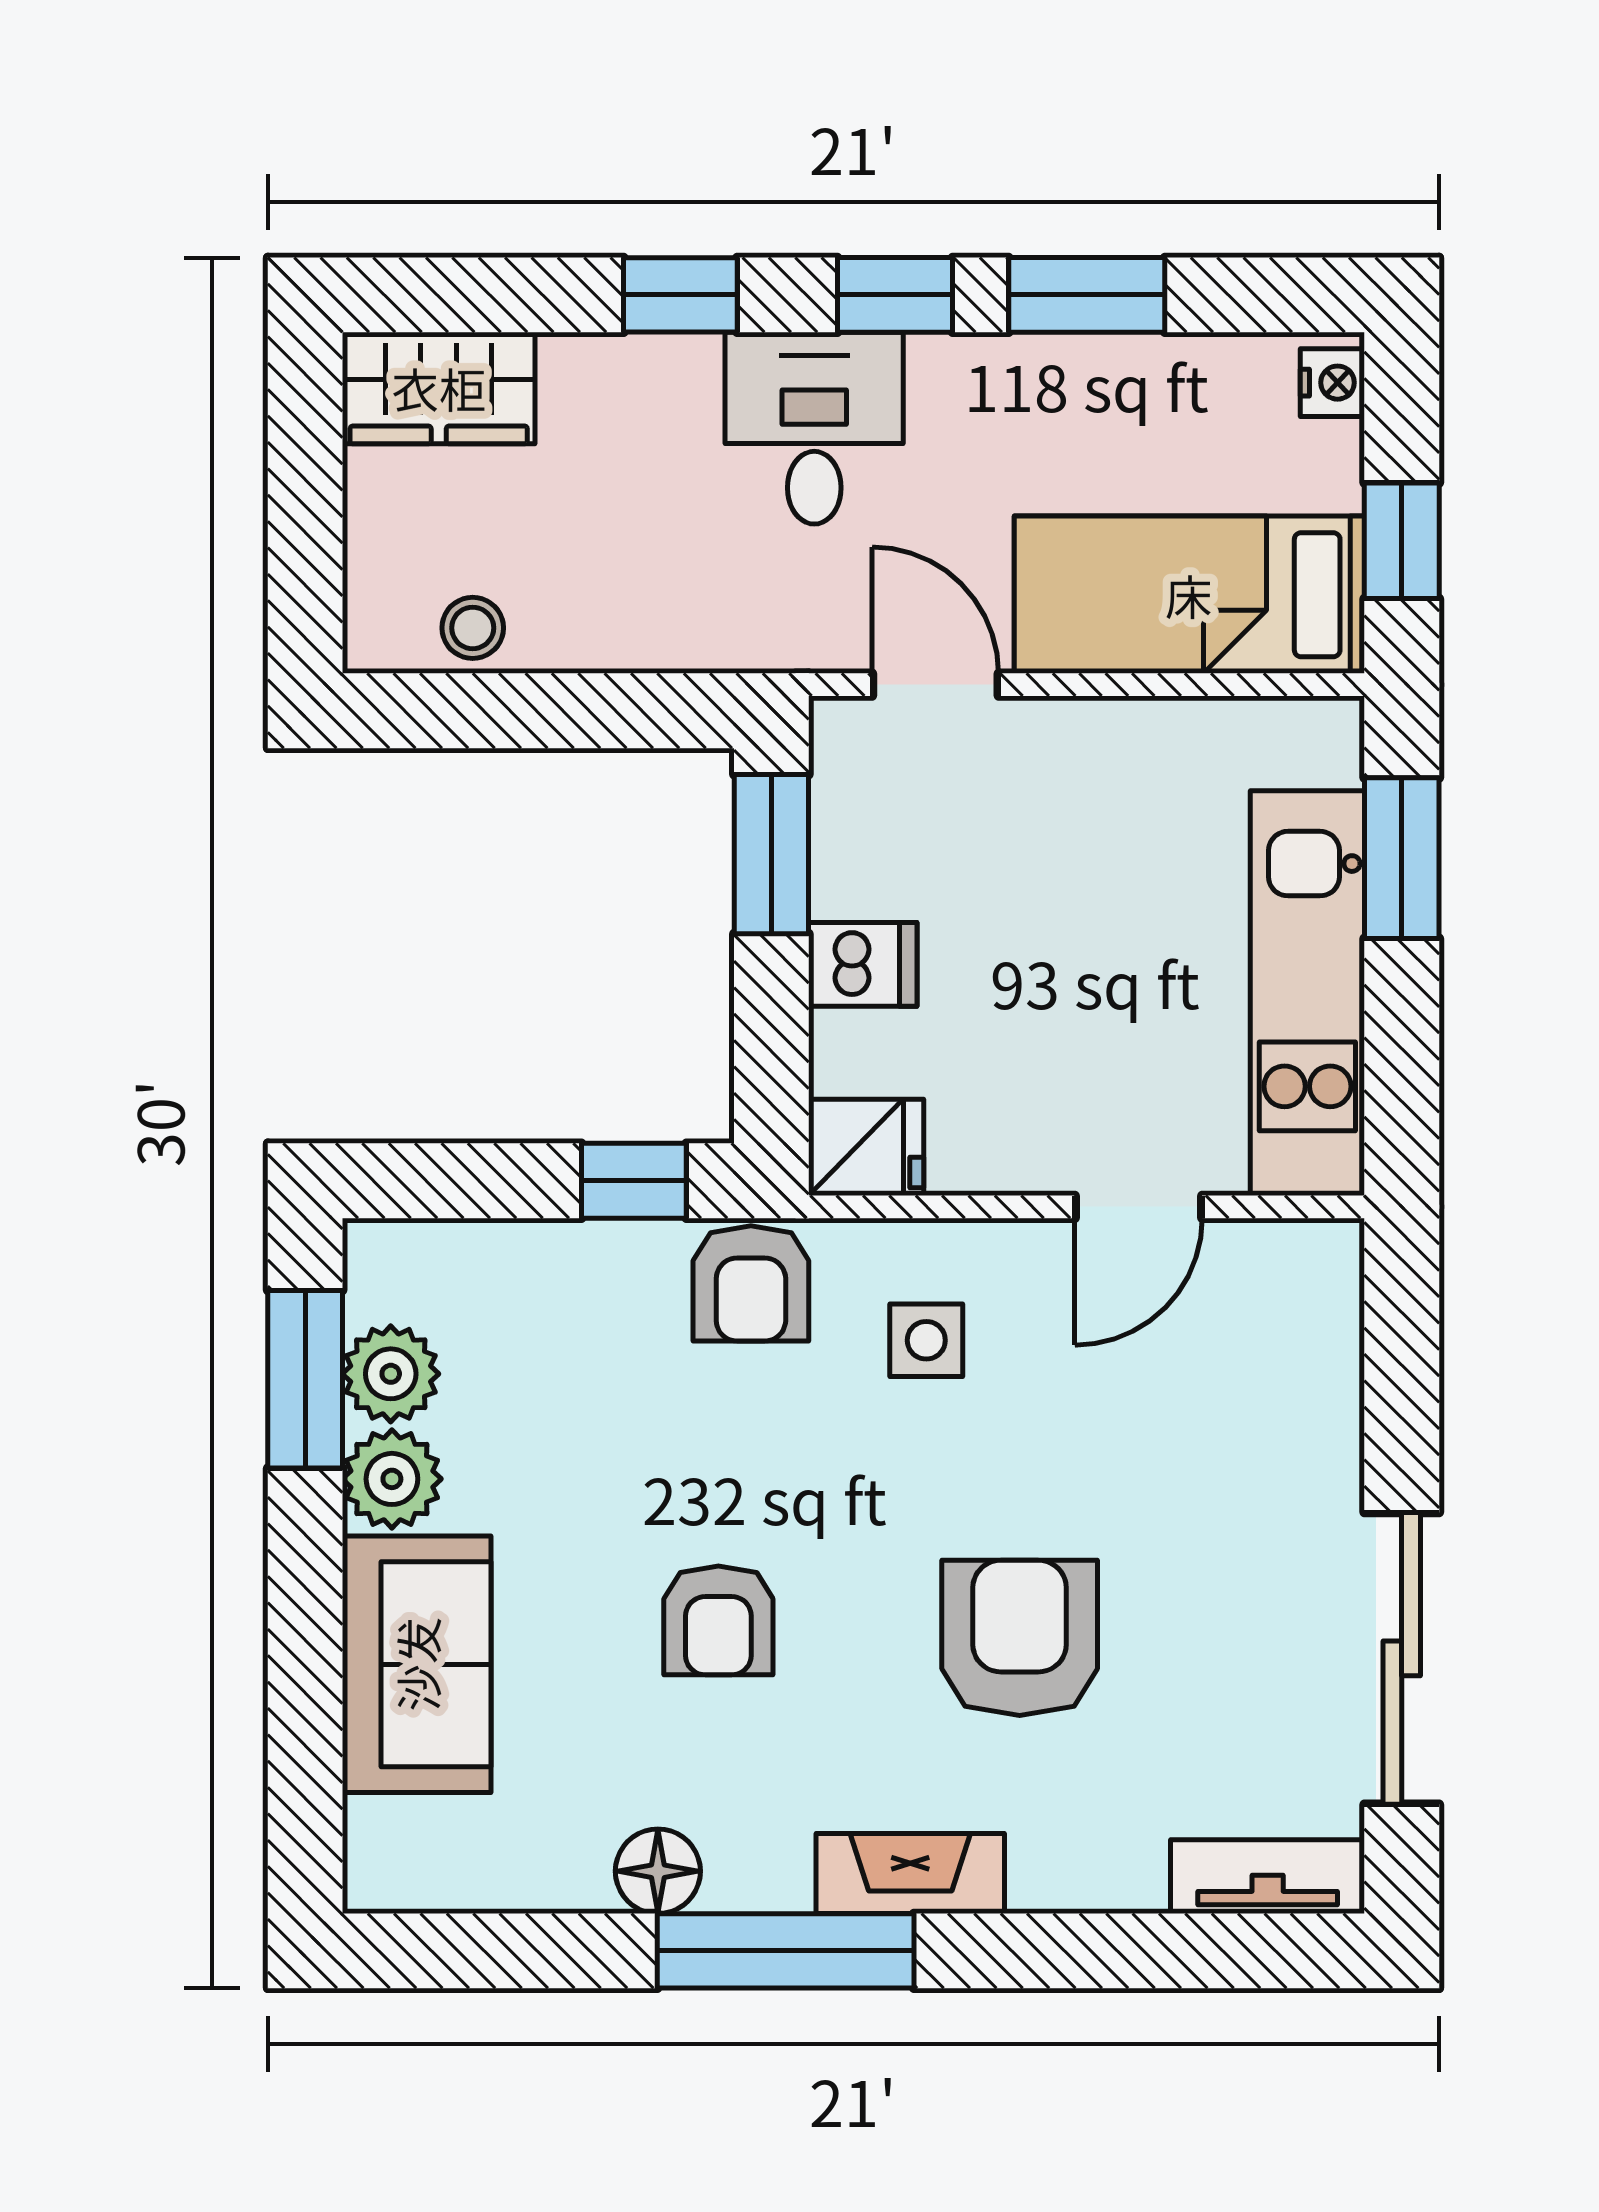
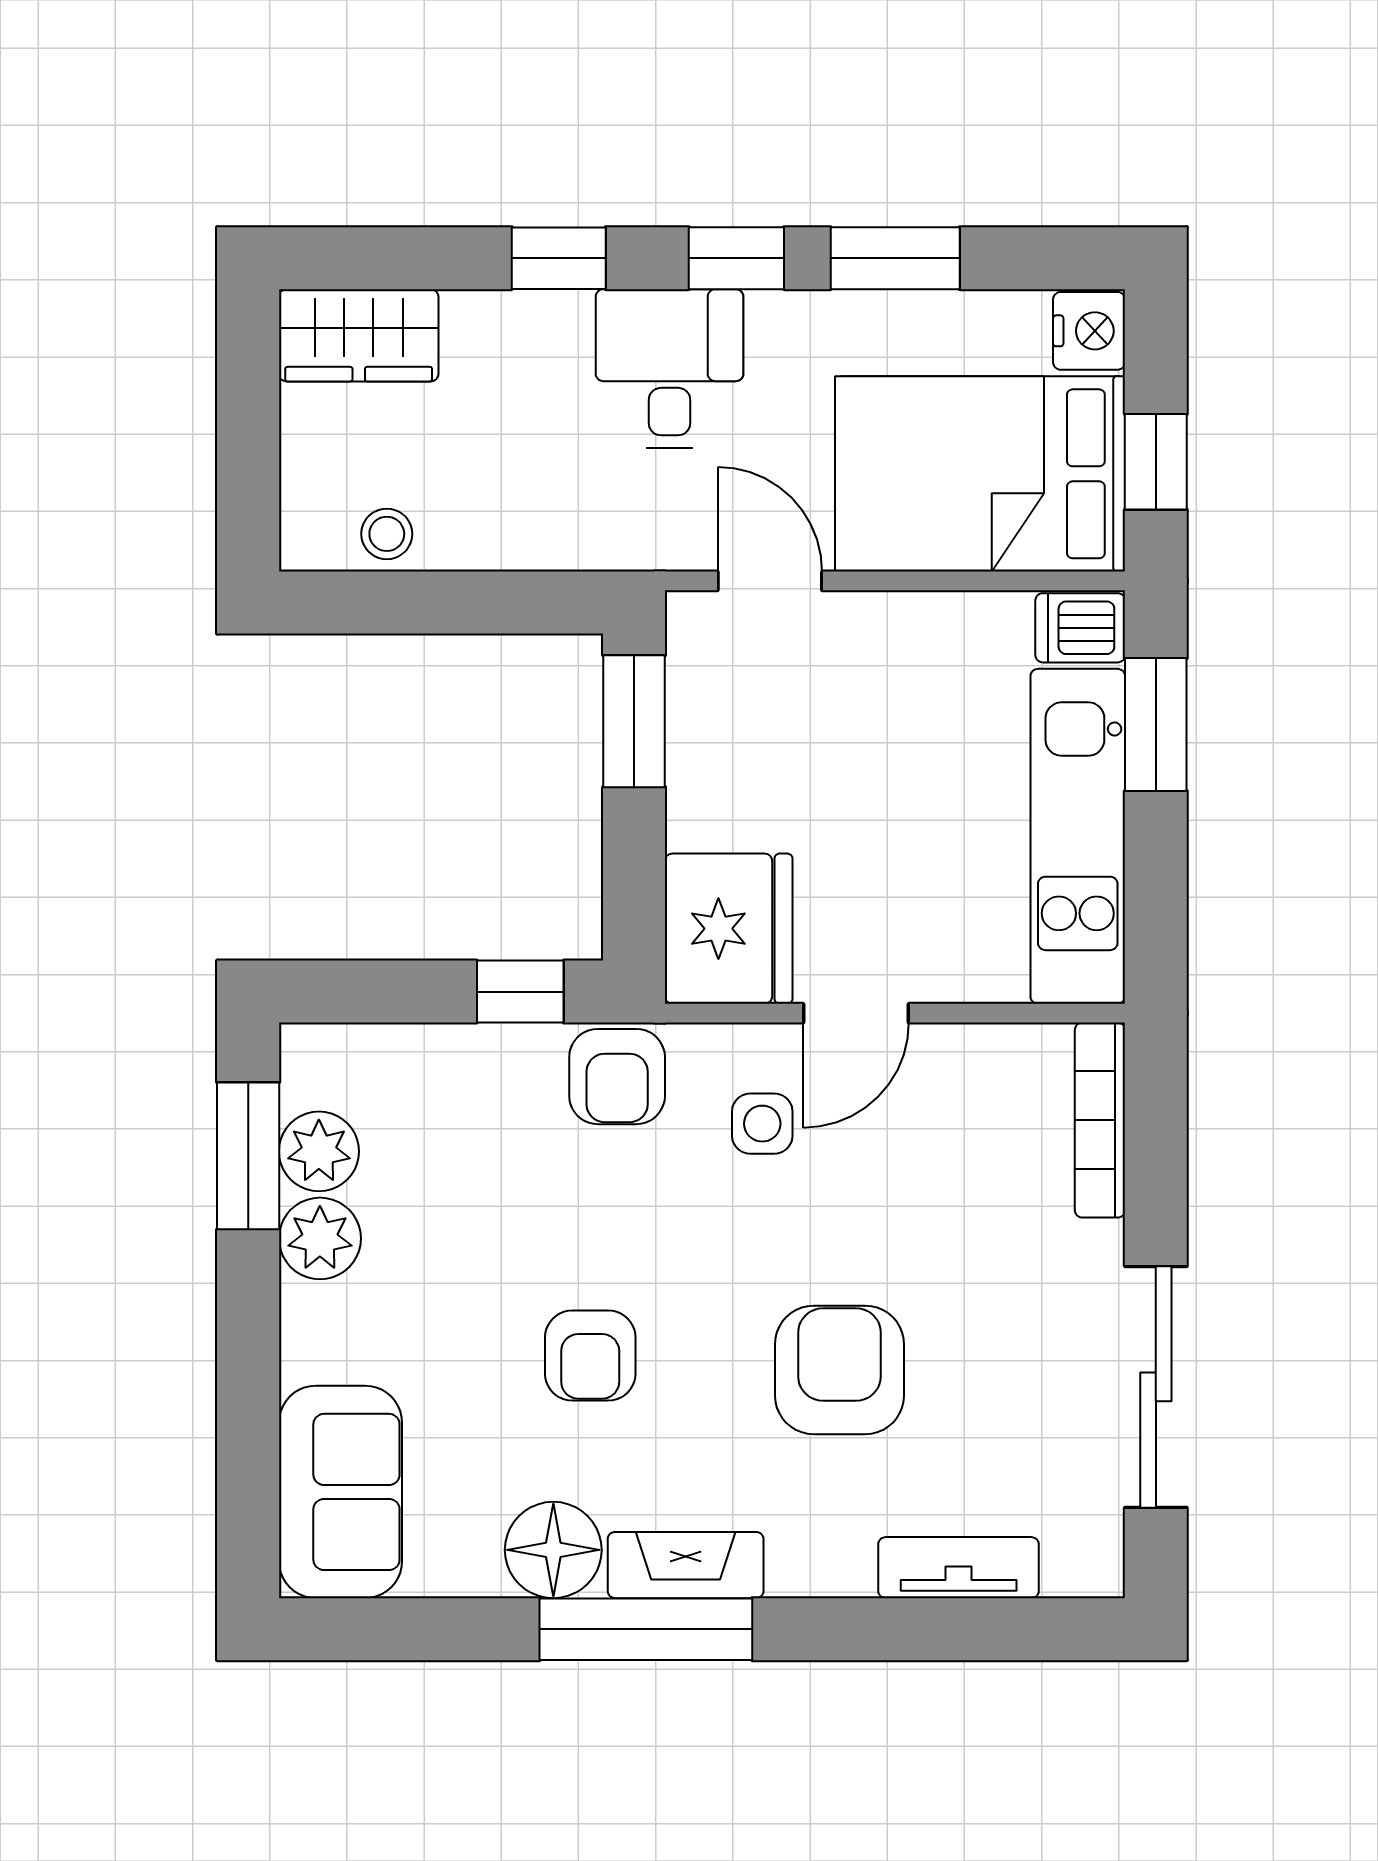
nightstand: (1332, 383) -> (1089, 331), width x1.39, depth x1.35
bed: (1189, 595) -> (980, 474), width x1.50
dishwasher: (863, 964) -> (1080, 628), moved, turned 180
fridge: (866, 1147) -> (729, 929), width x1.88, depth x1.34
door: (1139, 1207) -> (856, 1013), moved
bookcase: (1334, 1336) -> (1100, 1120), added
sofa: (417, 1664) -> (340, 1492), moved
floor lamp: (658, 1871) -> (553, 1550), width x1.38, depth x1.38
fireplace: (910, 1873) -> (686, 1565), moved
tv unit: (1268, 1877) -> (959, 1568), moved

